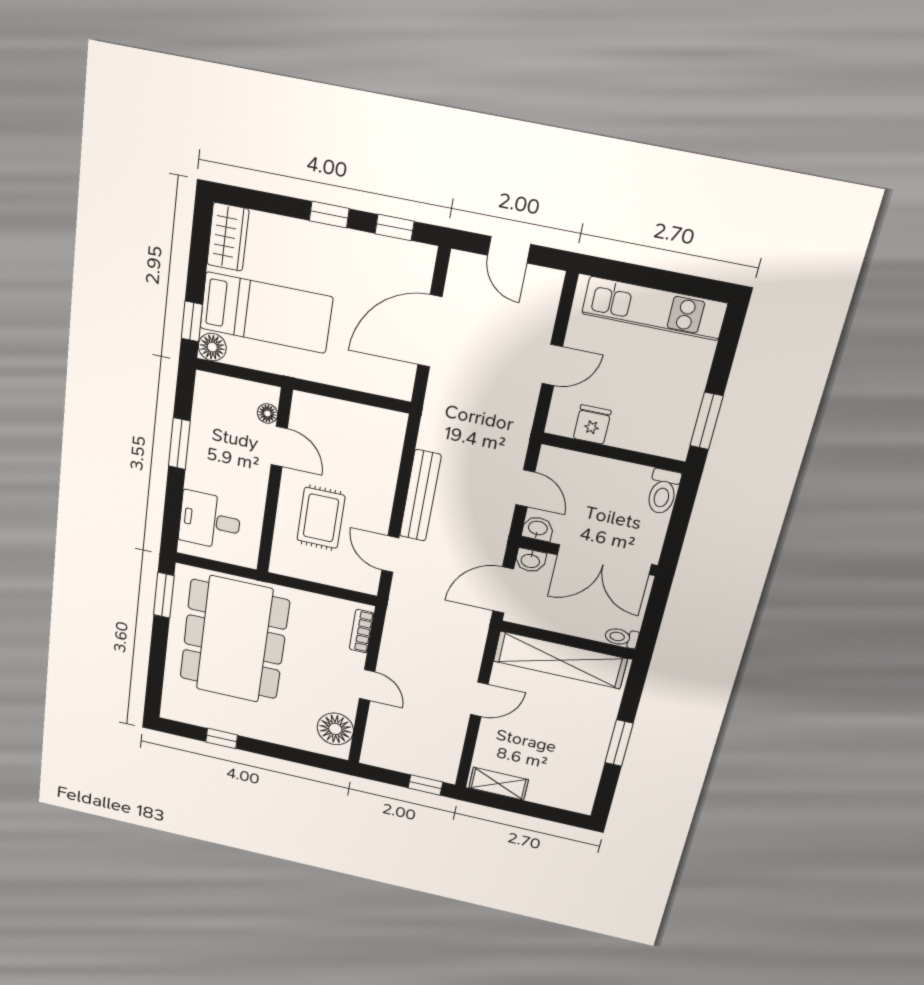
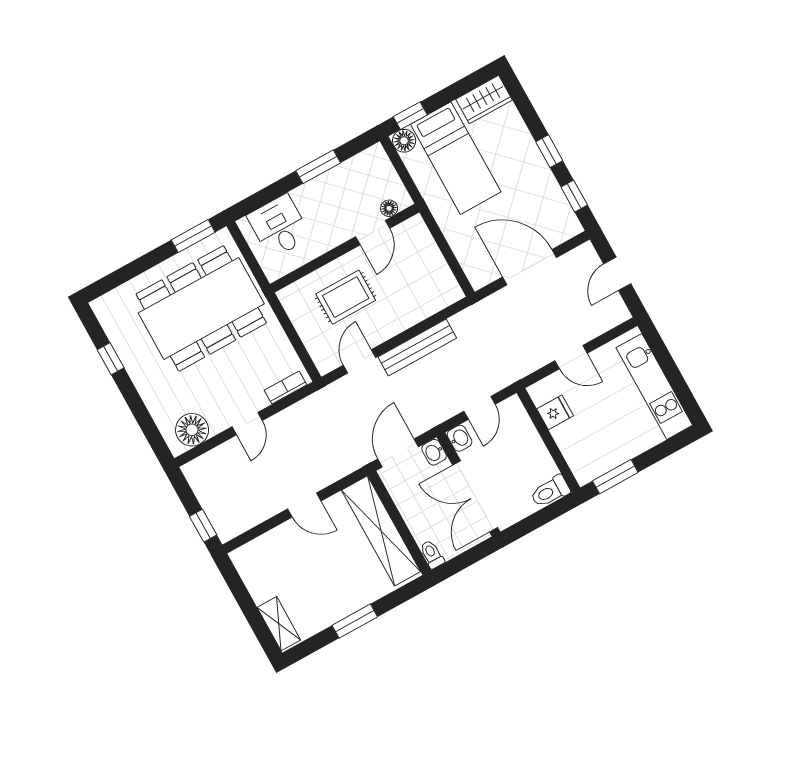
door: (503, 590) -> (398, 453), hinge flipped
shelving: (499, 784) -> (279, 624), moved

